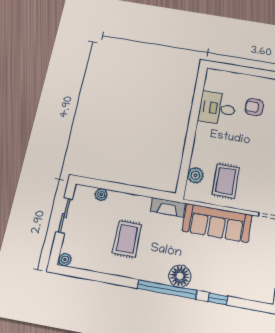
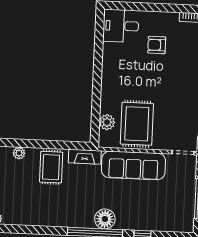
desk: (217, 108) -> (121, 26), moved
rug: (226, 181) -> (137, 124), width x1.36, depth x1.43
rug: (127, 239) -> (51, 167), moved

